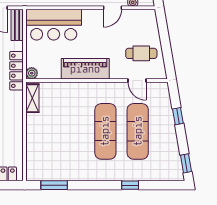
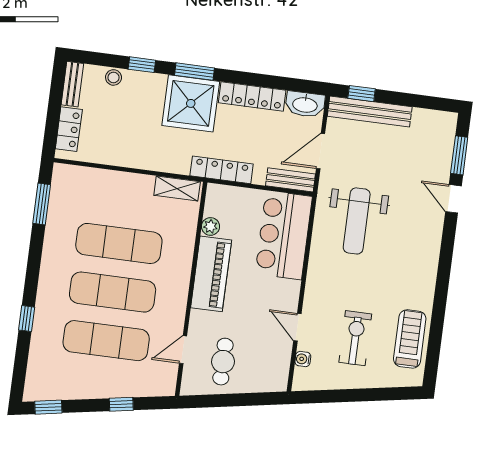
plant: (32, 73) -> (210, 226), moved
exercise mat: (73, 131) -> (119, 243), added

